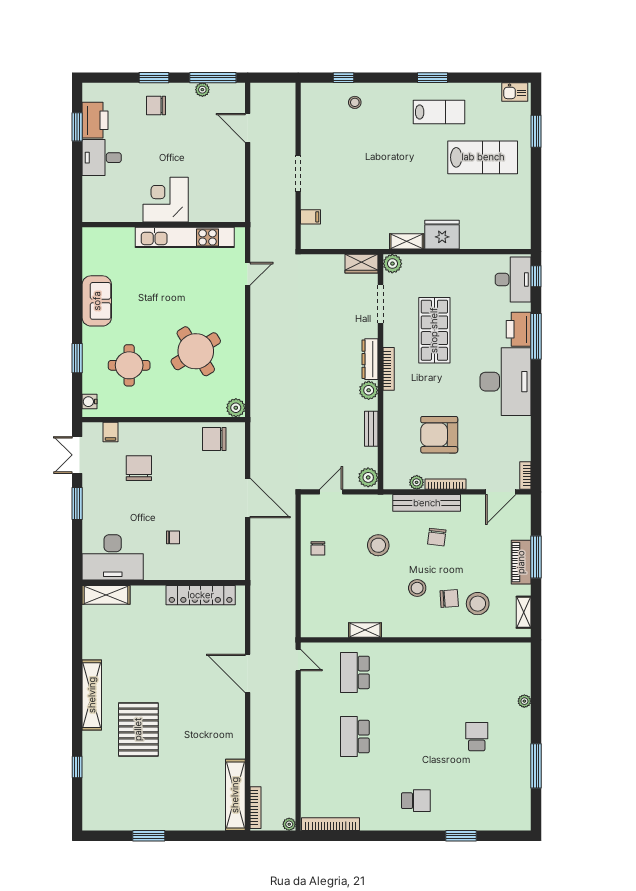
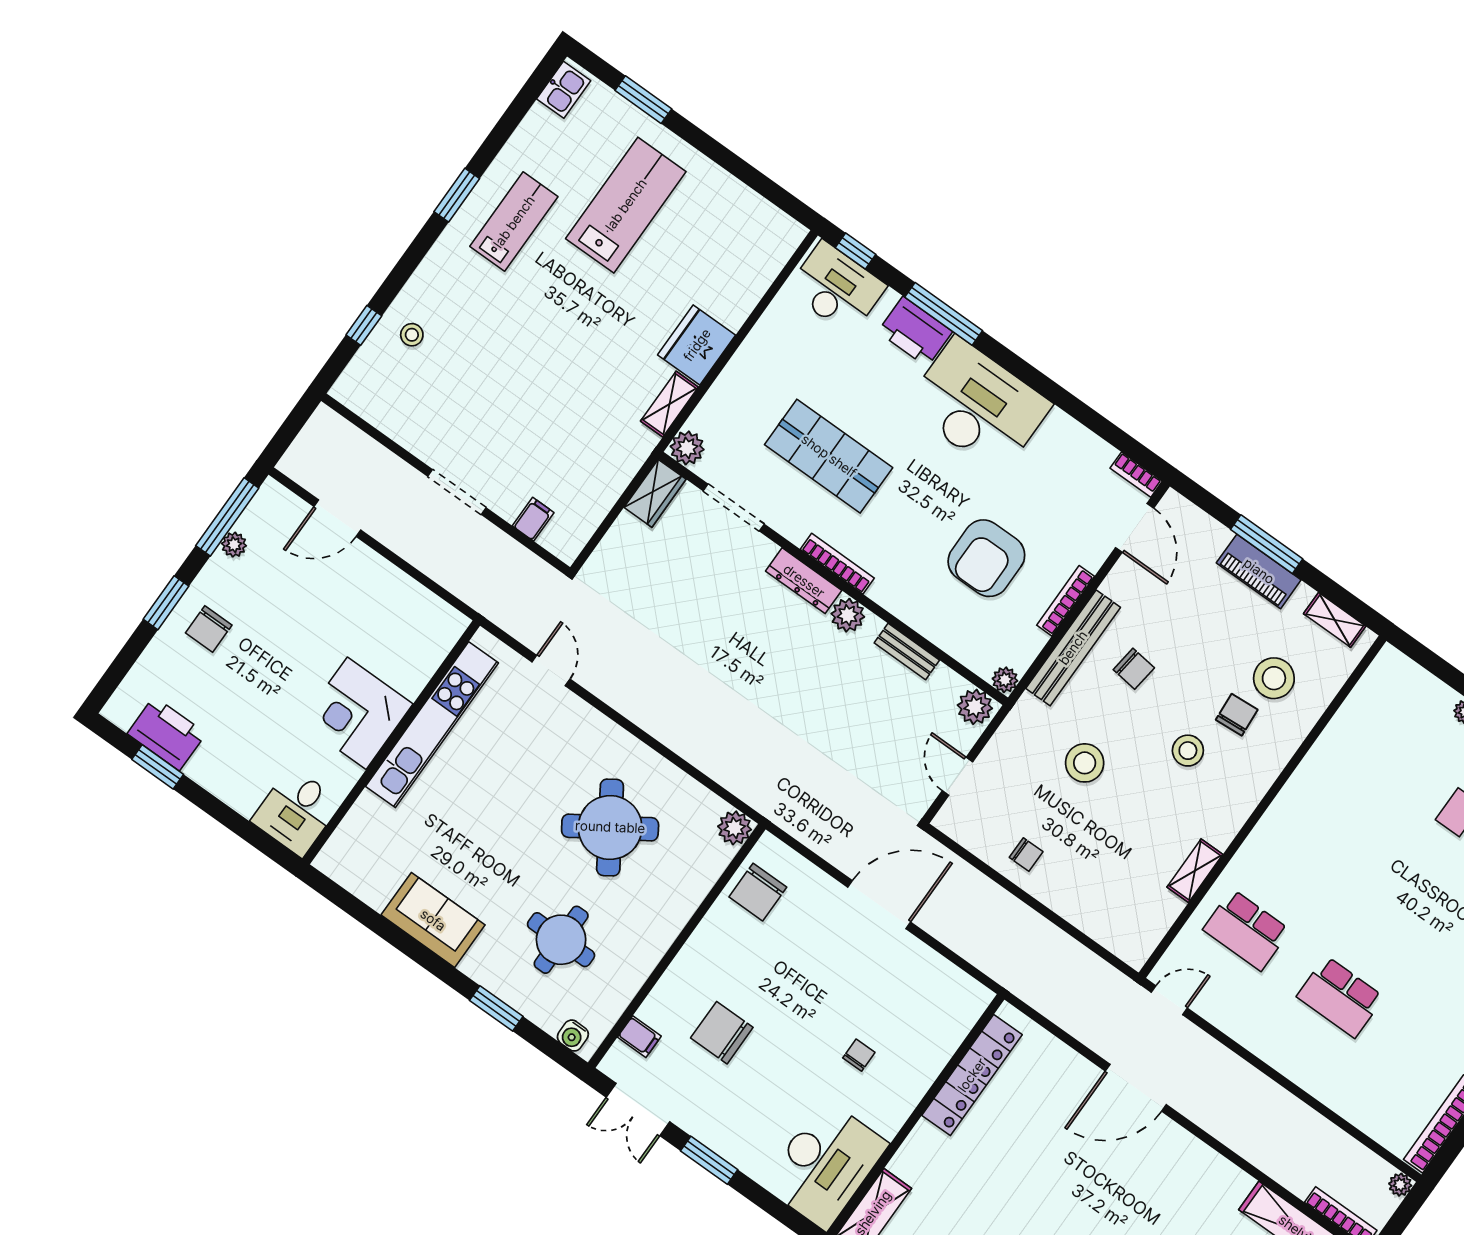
desk: (102, 158) -> (296, 812), moved
plant: (417, 482) -> (1005, 680), moved

